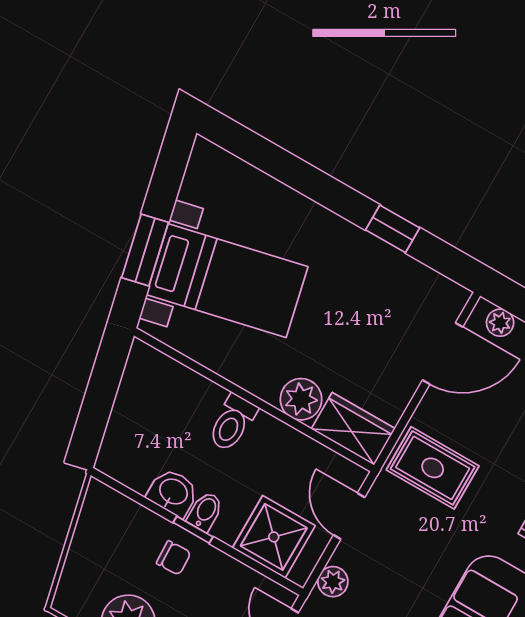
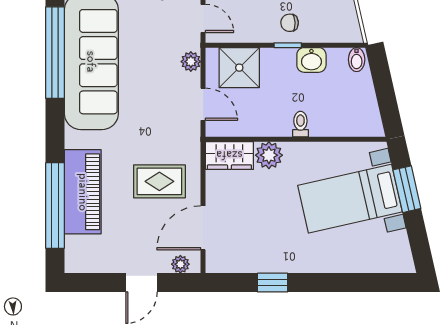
toilet: (232, 423) -> (300, 124), width x0.73, depth x0.72
rug: (433, 468) -> (159, 181), moved
bidet: (205, 512) -> (357, 60), moved

